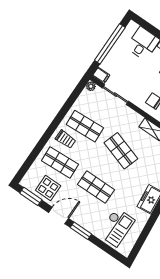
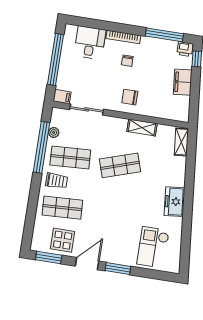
plant: (91, 86) -> (54, 132), moved
window: (66, 108) -> (42, 147), added
shop shelf: (121, 151) -> (120, 165), turned -36
shop shelf: (96, 187) -> (112, 215), removed
checkout: (116, 227) -> (153, 247), turned 180

